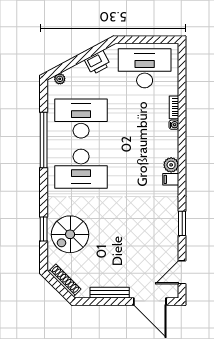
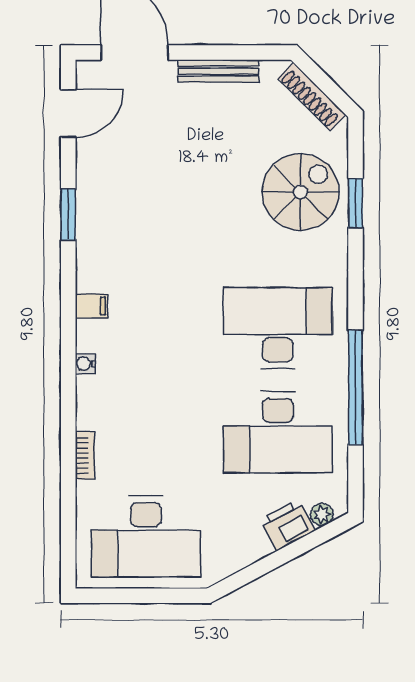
printer: (98, 62) -> (288, 525), moved
water cooler: (174, 125) -> (85, 364), moved
plant: (171, 165) -> (91, 336), removed

